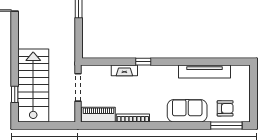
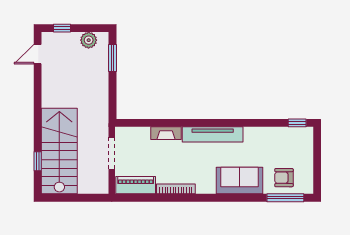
window: (143, 62) -> (297, 123), moved
tv unit: (204, 71) -> (213, 134), moved
armchair: (225, 108) -> (284, 178), turned 180

